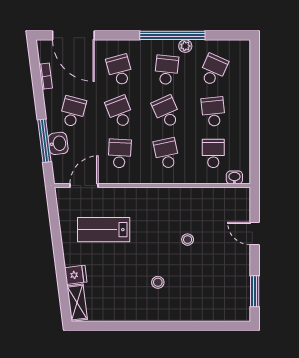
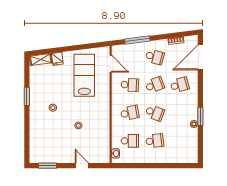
window: (172, 35) -> (200, 116), width x0.47
school desk: (166, 70) -> (180, 113), removed
school desk: (213, 70) -> (180, 141), removed
school desk: (166, 112) -> (155, 113), turned 45
washbasin: (58, 143) -> (136, 48), removed
lab bench: (104, 230) -> (84, 75), width x1.36, depth x1.39
door: (255, 234) -> (82, 166), hinge flipped
window: (139, 326) -> (27, 96), added

